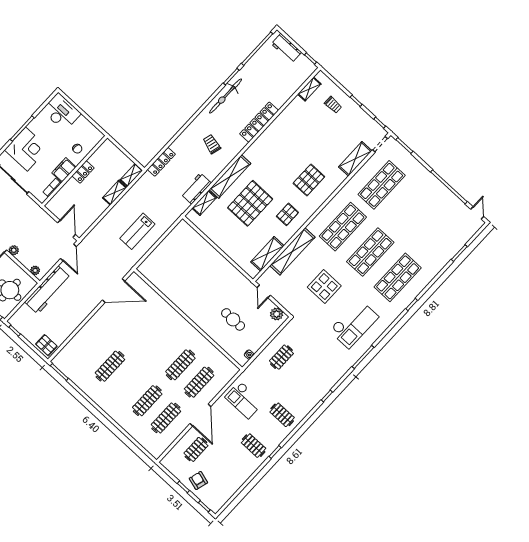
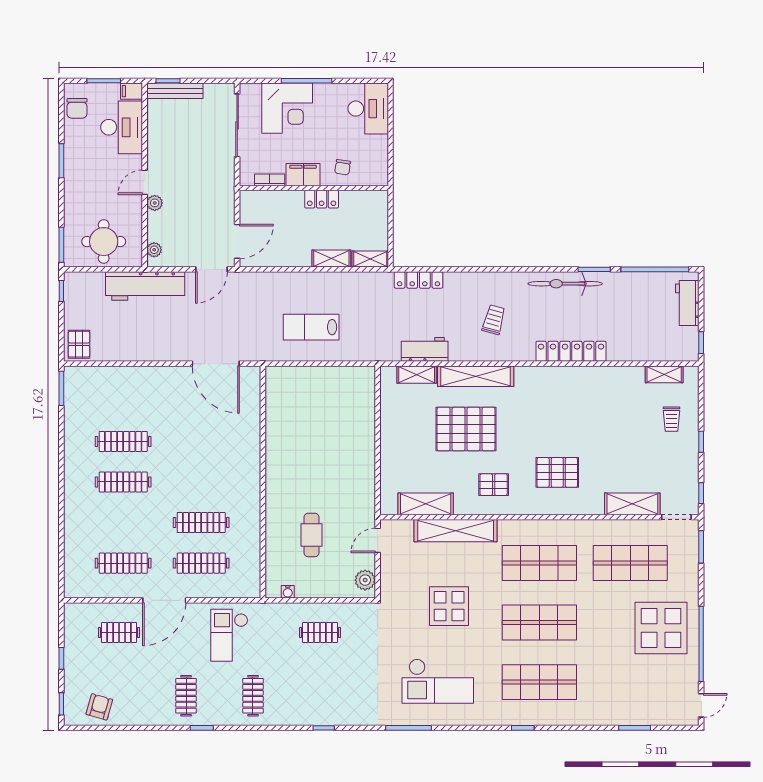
display table: (425, 199) -> (661, 628), added
clothes rail: (147, 401) -> (123, 482), moved
armchair: (198, 480) -> (99, 707), moved

